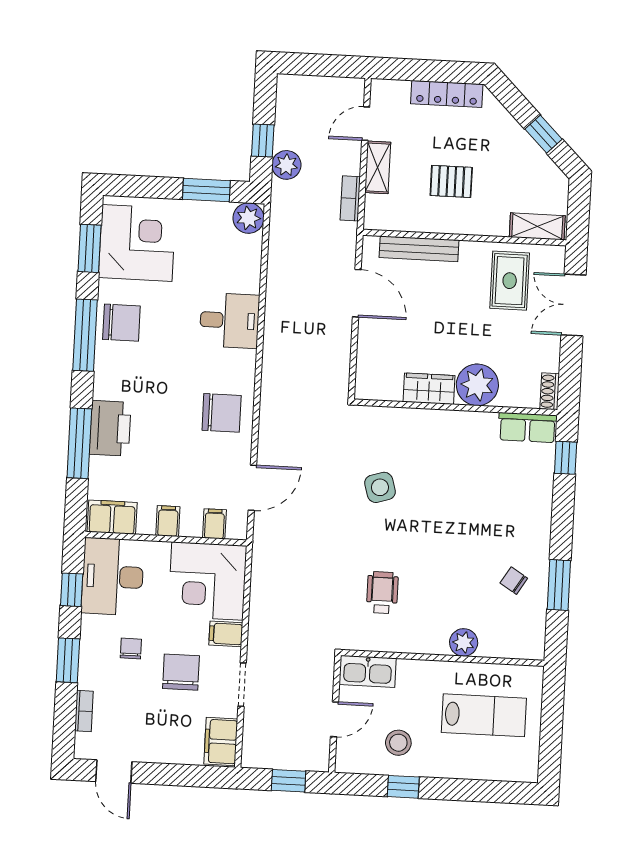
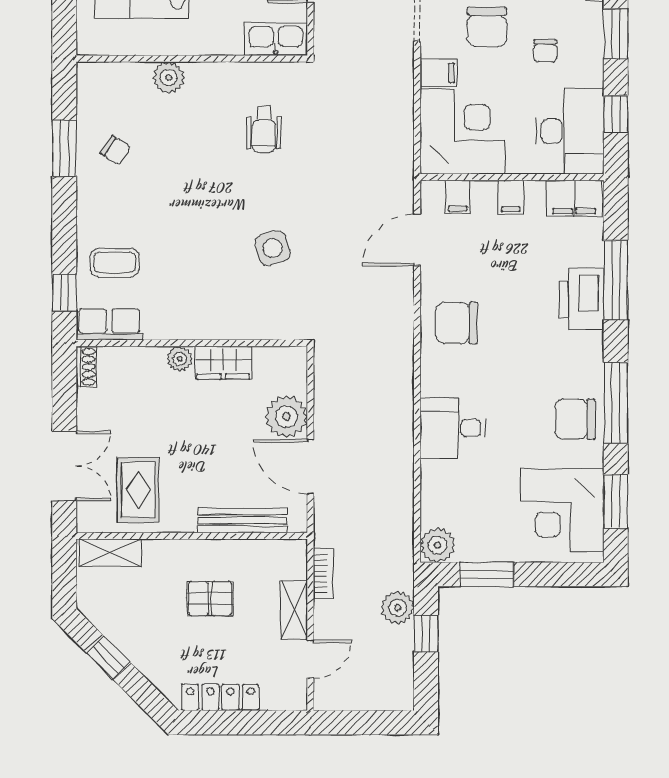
plant: (376, 338) -> (286, 417), added
plant: (477, 385) -> (180, 359), width x0.53, depth x0.53
coffee table: (520, 482) -> (115, 263), added

